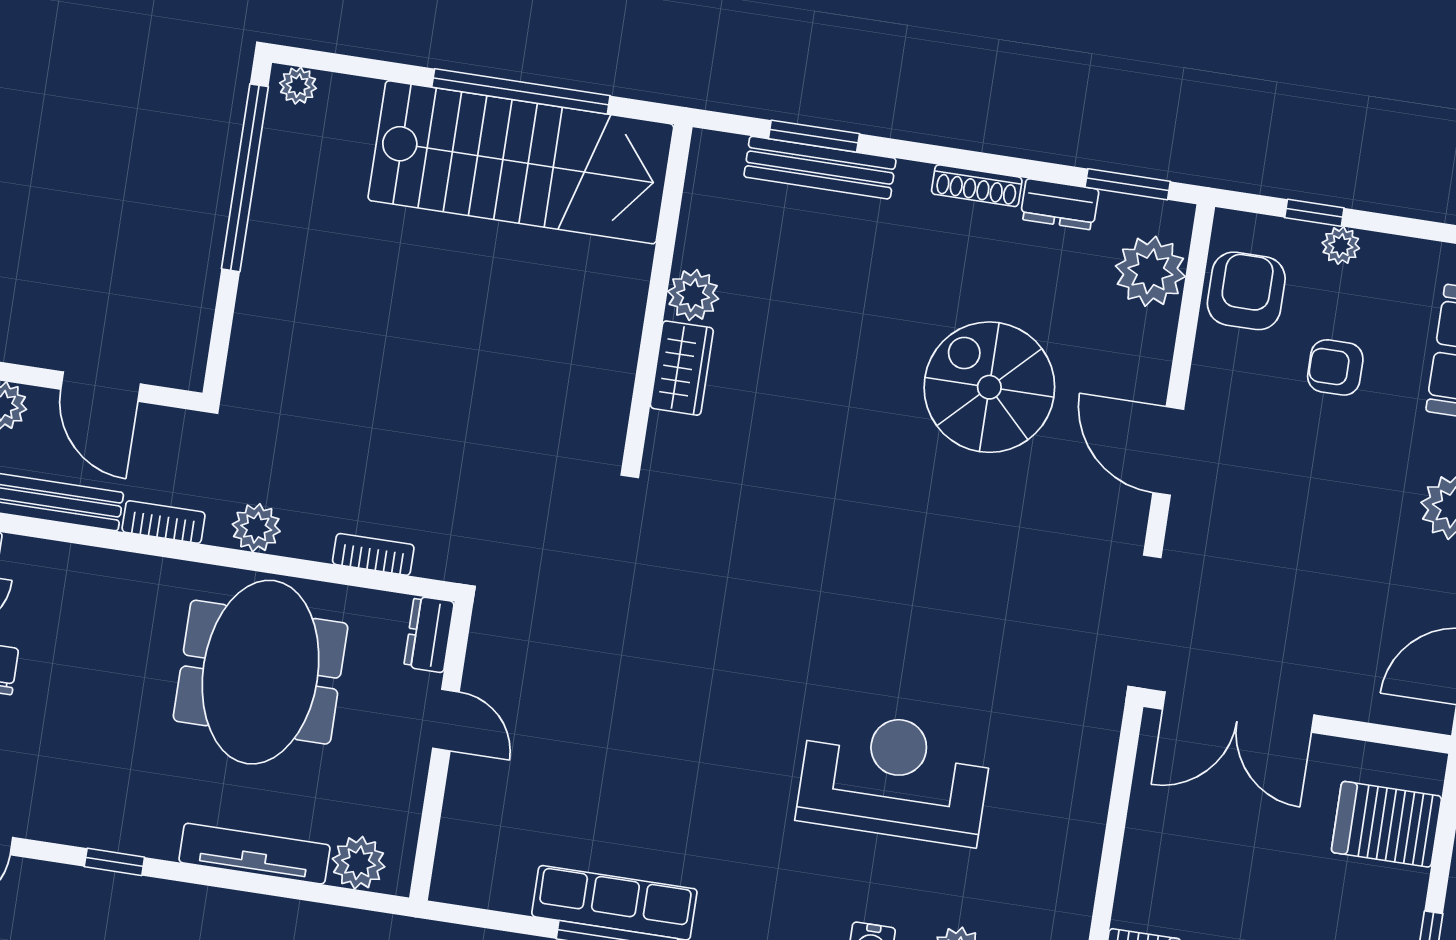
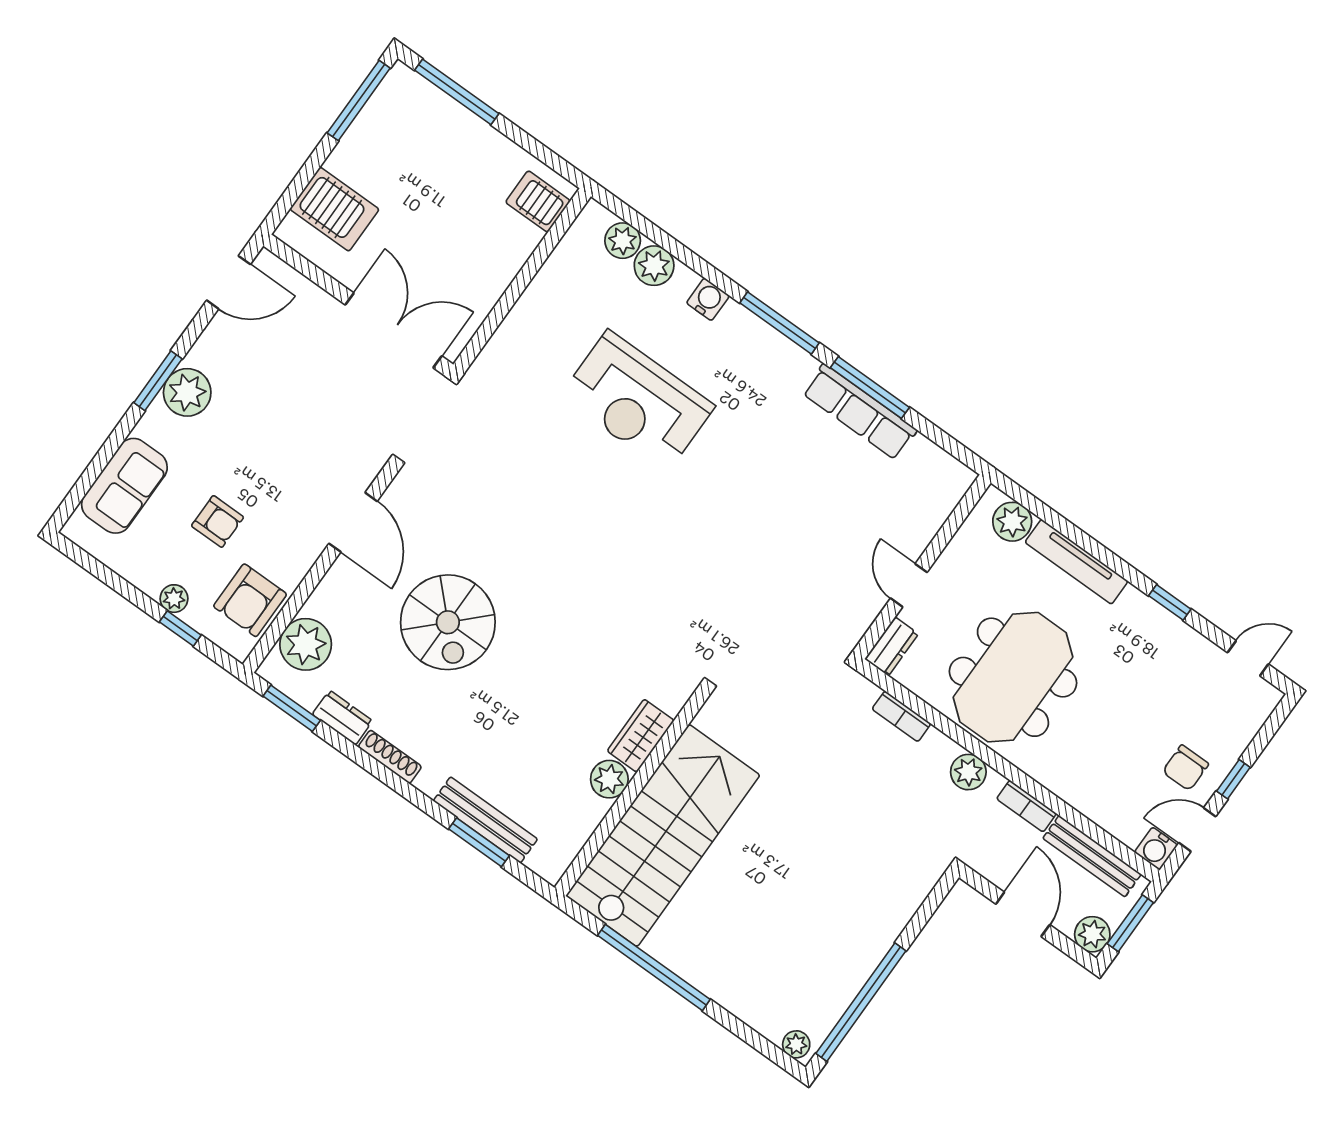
stairs: (521, 162) -> (663, 836), moved, turned 90

